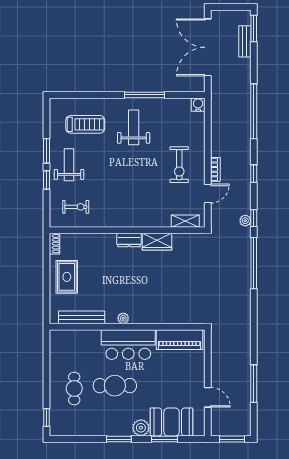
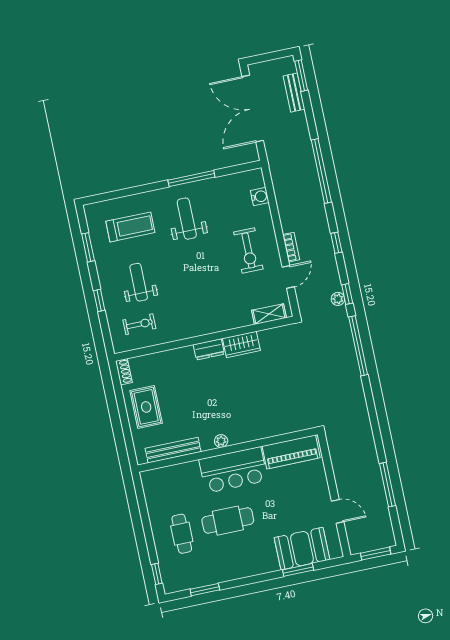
water cooler: (198, 105) -> (260, 197), moved, turned 90
window: (46, 151) -> (88, 247), moved
weight bench: (69, 165) -> (139, 282), moved
plant: (141, 428) -> (268, 563), removed
window: (119, 439) -> (205, 590), moved

